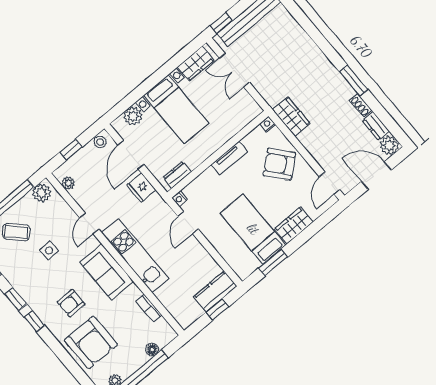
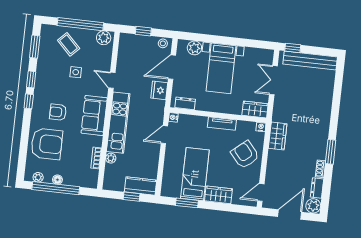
wardrobe: (196, 64) -> (255, 109), moved, turned 180
door: (376, 176) -> (290, 214), hinge flipped
plant: (68, 183) -> (111, 158), moved
door: (89, 223) -> (112, 80), hinge flipped
armchair: (91, 342) -> (47, 144), turned -90
floor lamp: (152, 350) -> (57, 180), moved

